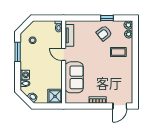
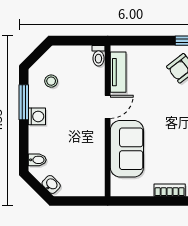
door: (64, 54) -> (108, 107), swing flipped
washing machine: (25, 75) -> (37, 116), moved
shower: (55, 96) -> (92, 183), removed

